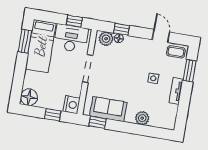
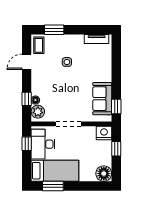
tv unit: (176, 91) -> (97, 39), moved
plant: (142, 118) -> (105, 66), removed

